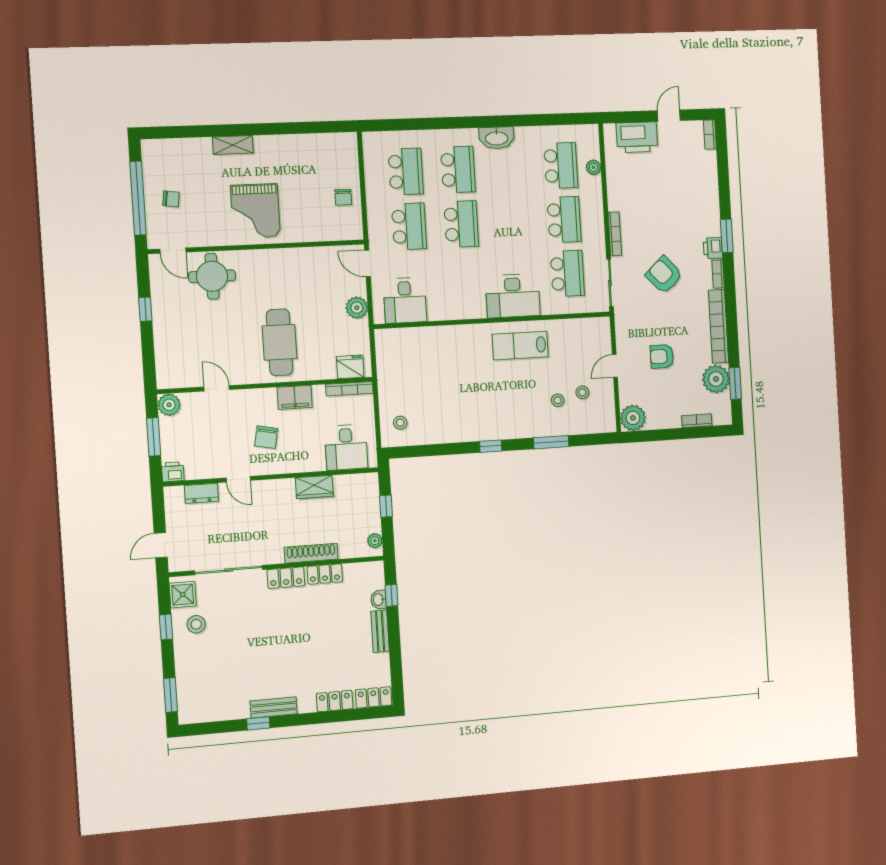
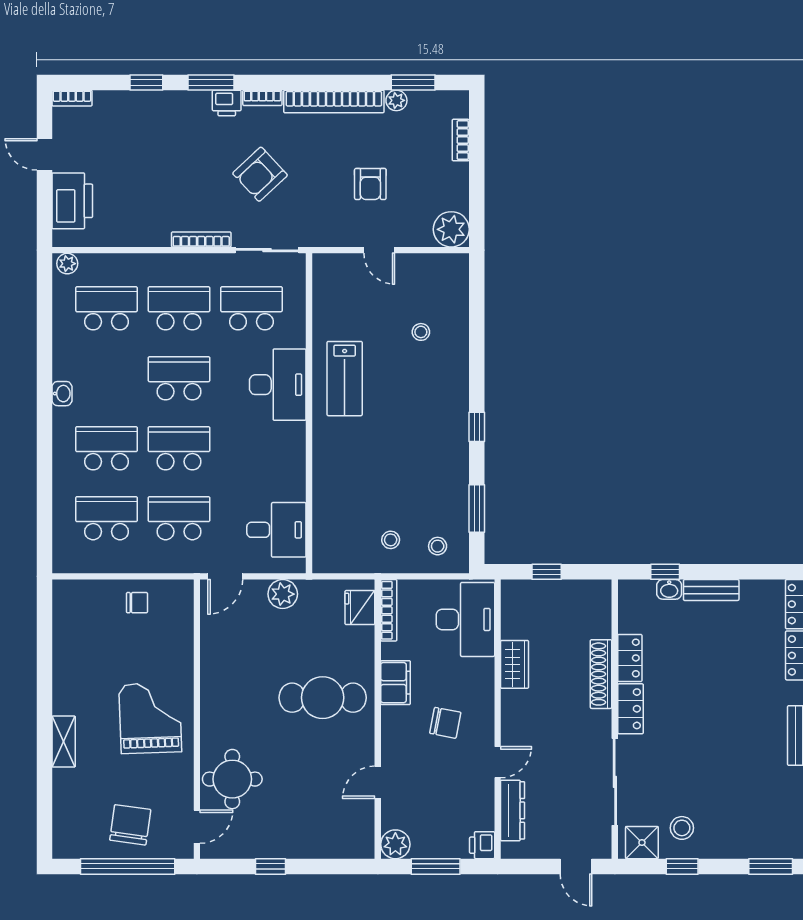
washbasin: (497, 138) -> (62, 394), width x0.52, depth x0.69
plant: (593, 167) -> (67, 264), moved
window: (724, 189) -> (146, 82), added
chair: (171, 199) -> (130, 825), width x1.87, depth x1.87
grand piano: (255, 211) -> (150, 718), turned -92
school desk: (513, 222) -> (179, 378), added
plant: (716, 379) -> (396, 100), width x0.53, depth x0.53
stool: (582, 392) -> (391, 540), moved
window: (551, 442) -> (477, 508), moved
desk: (346, 447) -> (465, 619), width x1.37
dresser: (201, 493) -> (513, 810), width x1.44
plant: (375, 541) -> (591, 589), removed

